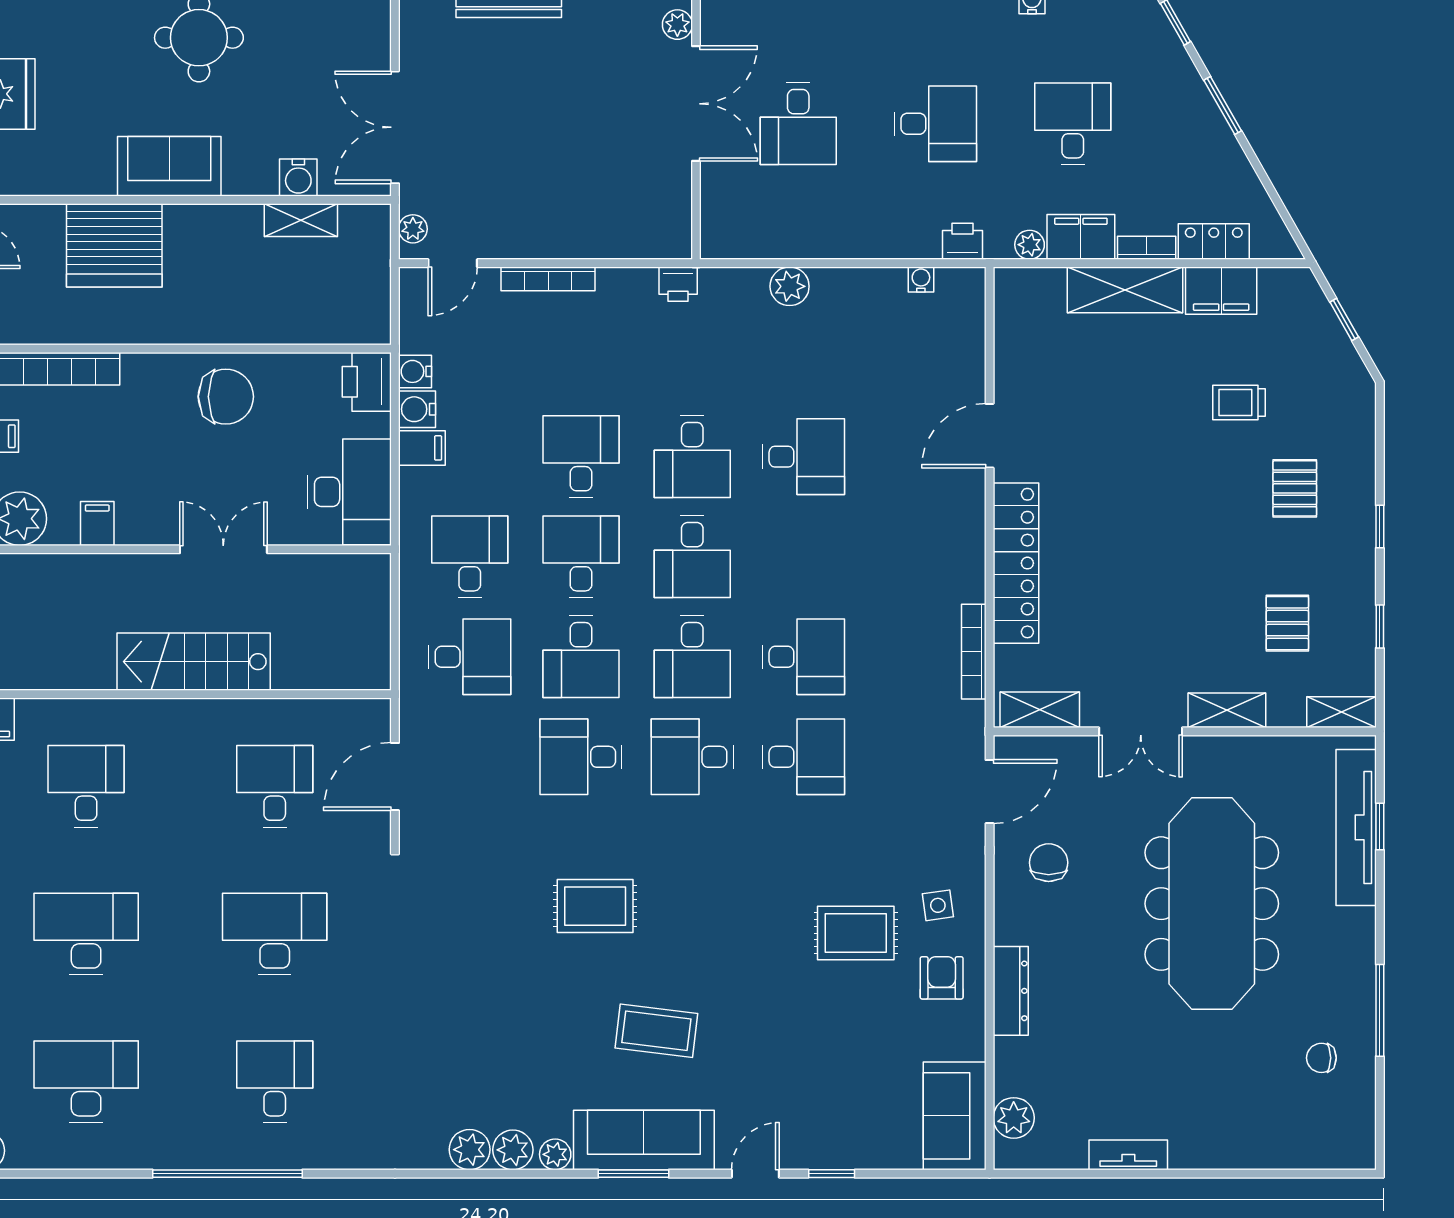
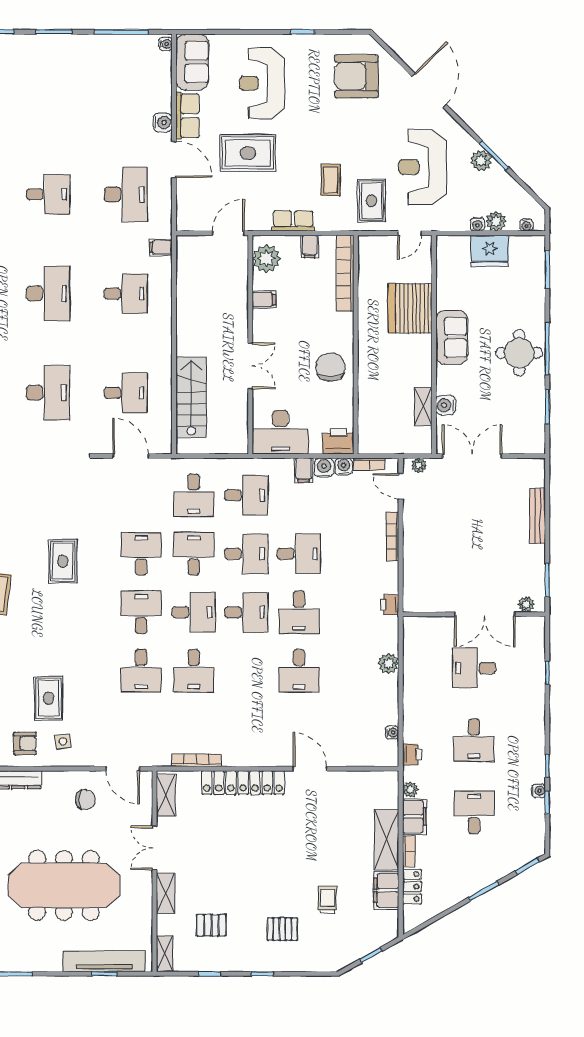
desk: (1073, 124) -> (474, 812), turned -90
bookcase: (410, 323) -> (369, 464), added
chair: (226, 397) -> (330, 367), turned 180
desk: (692, 457) -> (299, 612), turned -90
desk: (692, 557) -> (246, 612), turned 180
desk: (581, 657) -> (194, 554), turned 90
desk: (692, 657) -> (194, 612), turned 180
stairs: (194, 662) -> (191, 397), moved

